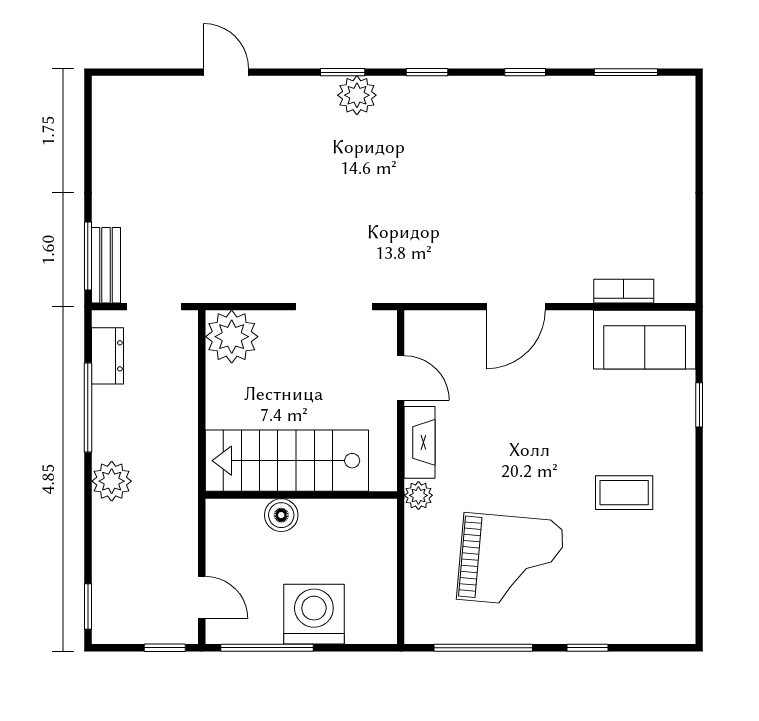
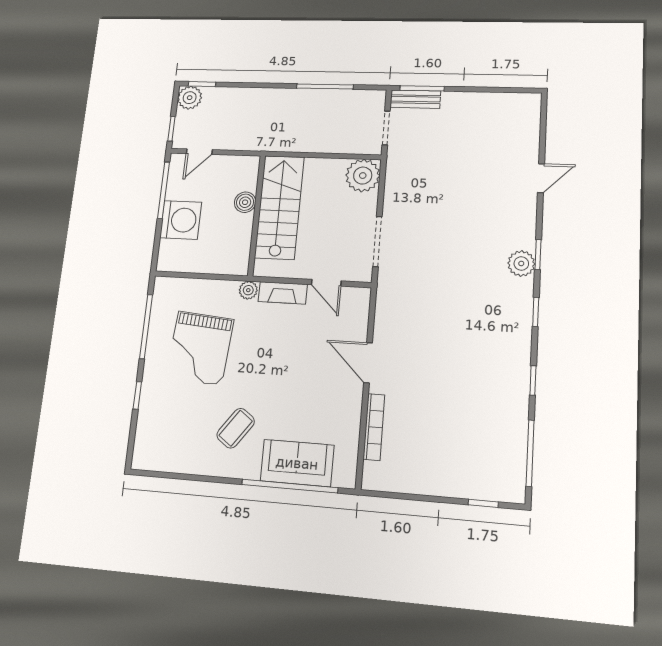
window: (626, 72) -> (530, 453), width x1.44
window: (699, 133) -> (483, 503), added
bookcase: (624, 291) -> (374, 427), width x1.56
sofa: (645, 340) -> (297, 463), moved, turned 90
dresser: (107, 356) -> (357, 99), removed
door: (401, 378) -> (326, 283), hinge flipped
window: (699, 405) -> (290, 486), width x3.17
plant: (112, 481) -> (190, 98), moved
coffee table: (624, 493) -> (236, 428), turned 36

